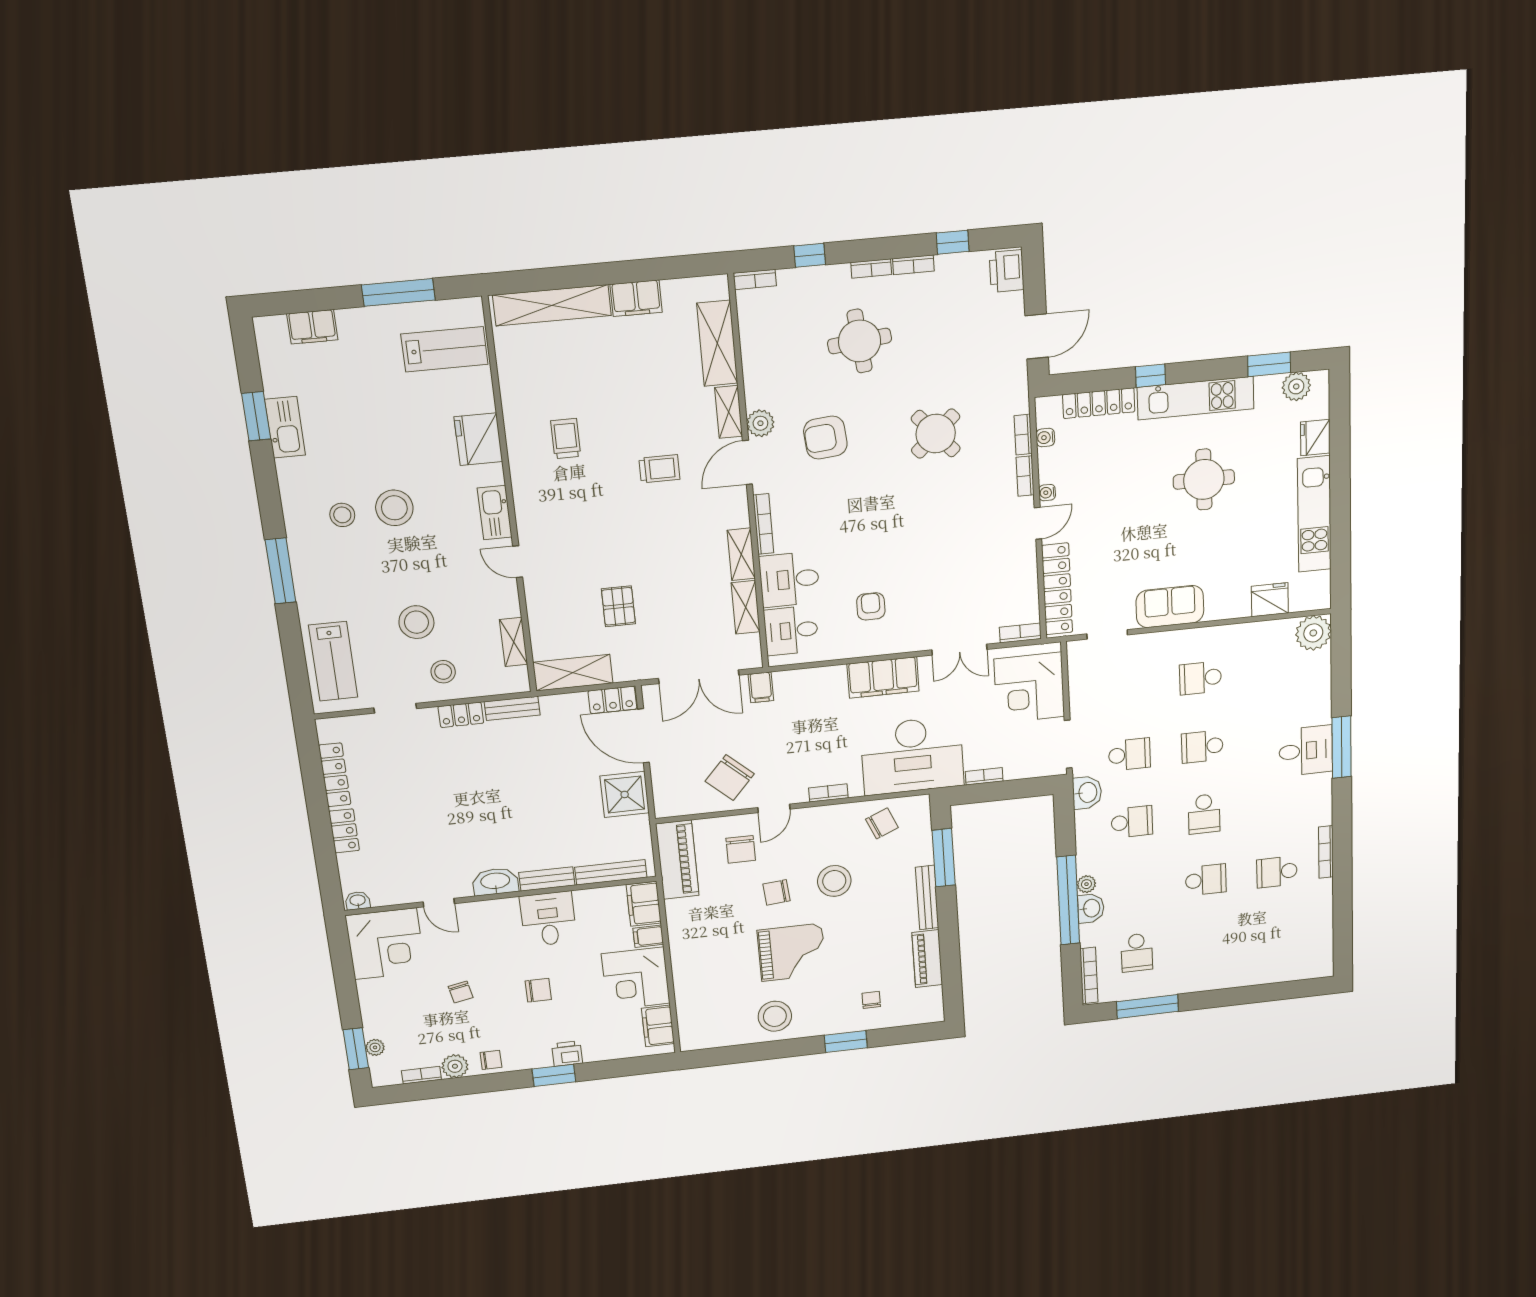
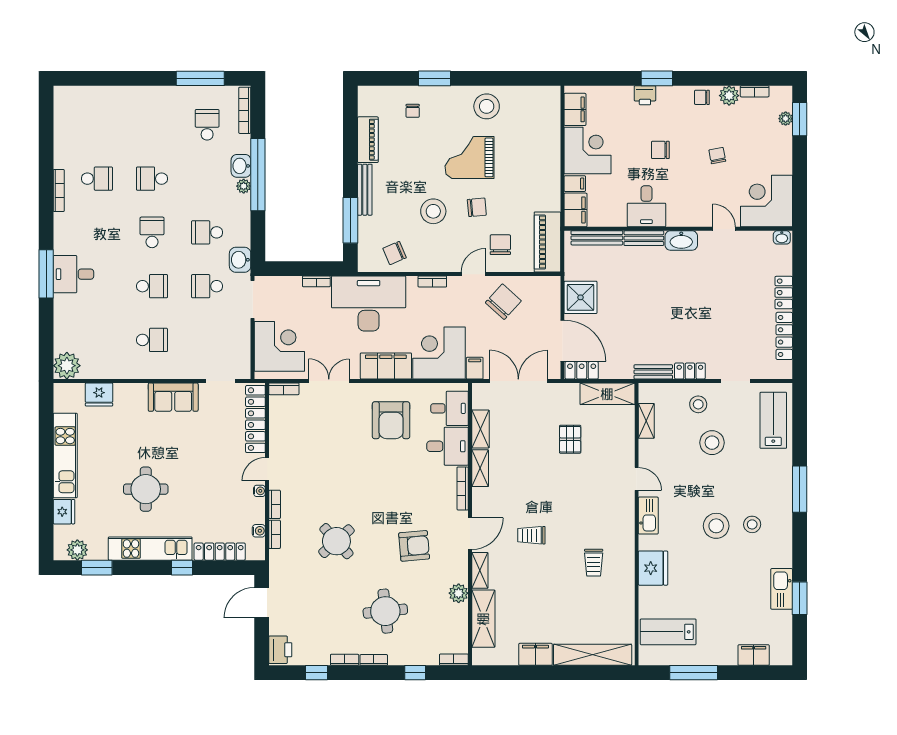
plant: (760, 423) -> (459, 593), moved
armchair: (871, 606) -> (391, 420), width x1.88, depth x1.88
corner desk: (812, 702) -> (439, 353), added

